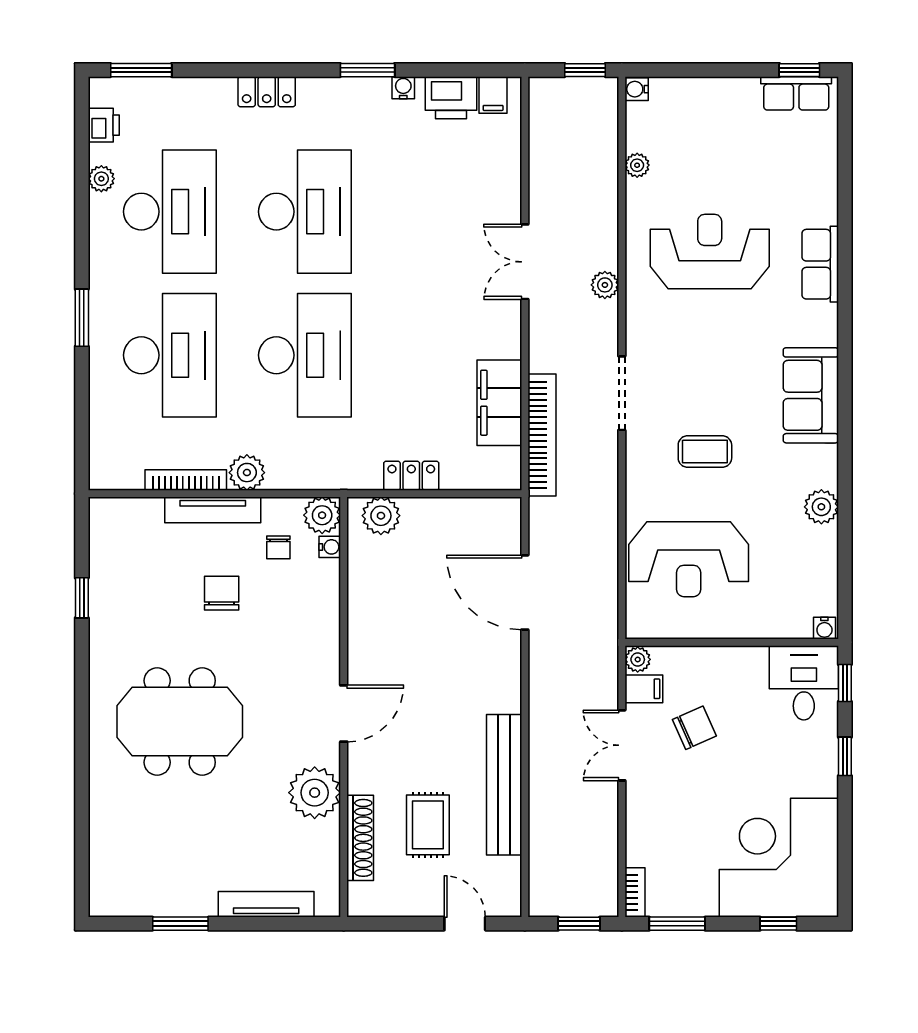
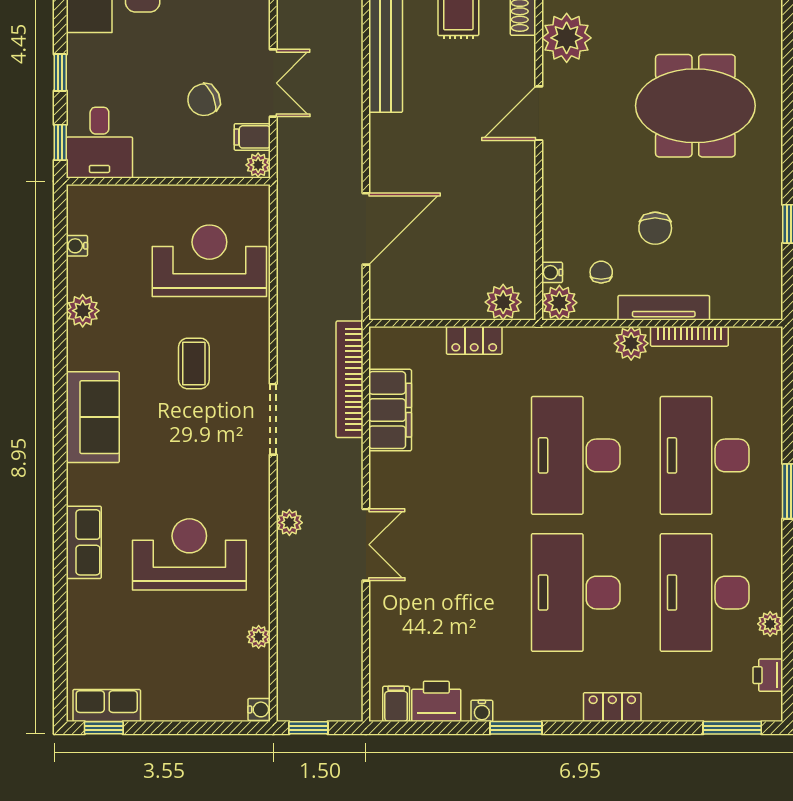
reception desk: (710, 252) -> (189, 554), turned 180
coffee table: (705, 452) -> (194, 363), turned 90
door: (525, 592) -> (366, 229), hinge flipped
water cooler: (824, 628) -> (77, 246), moved, turned -90

